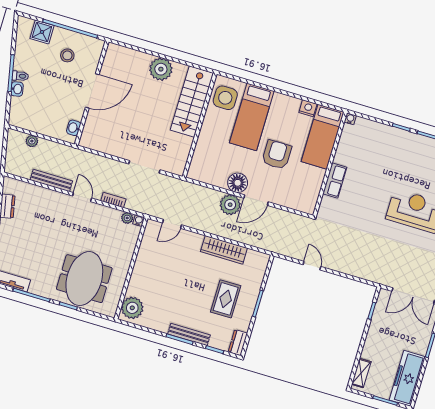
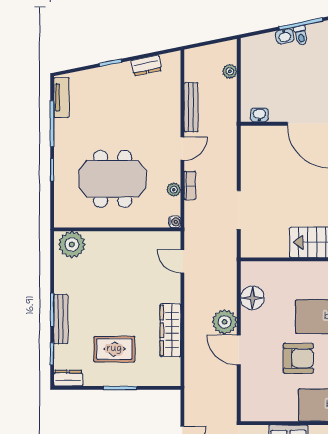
floor lamp: (238, 183) -> (252, 298), moved
plant: (127, 218) -> (174, 190), moved
meeting table: (84, 279) -> (113, 179), moved

